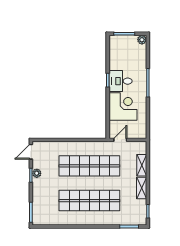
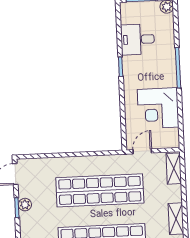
desk: (121, 81) -> (138, 39), moved
corner desk: (123, 107) -> (158, 108), moved, turned 180
shelving: (142, 165) -> (174, 169), moved

